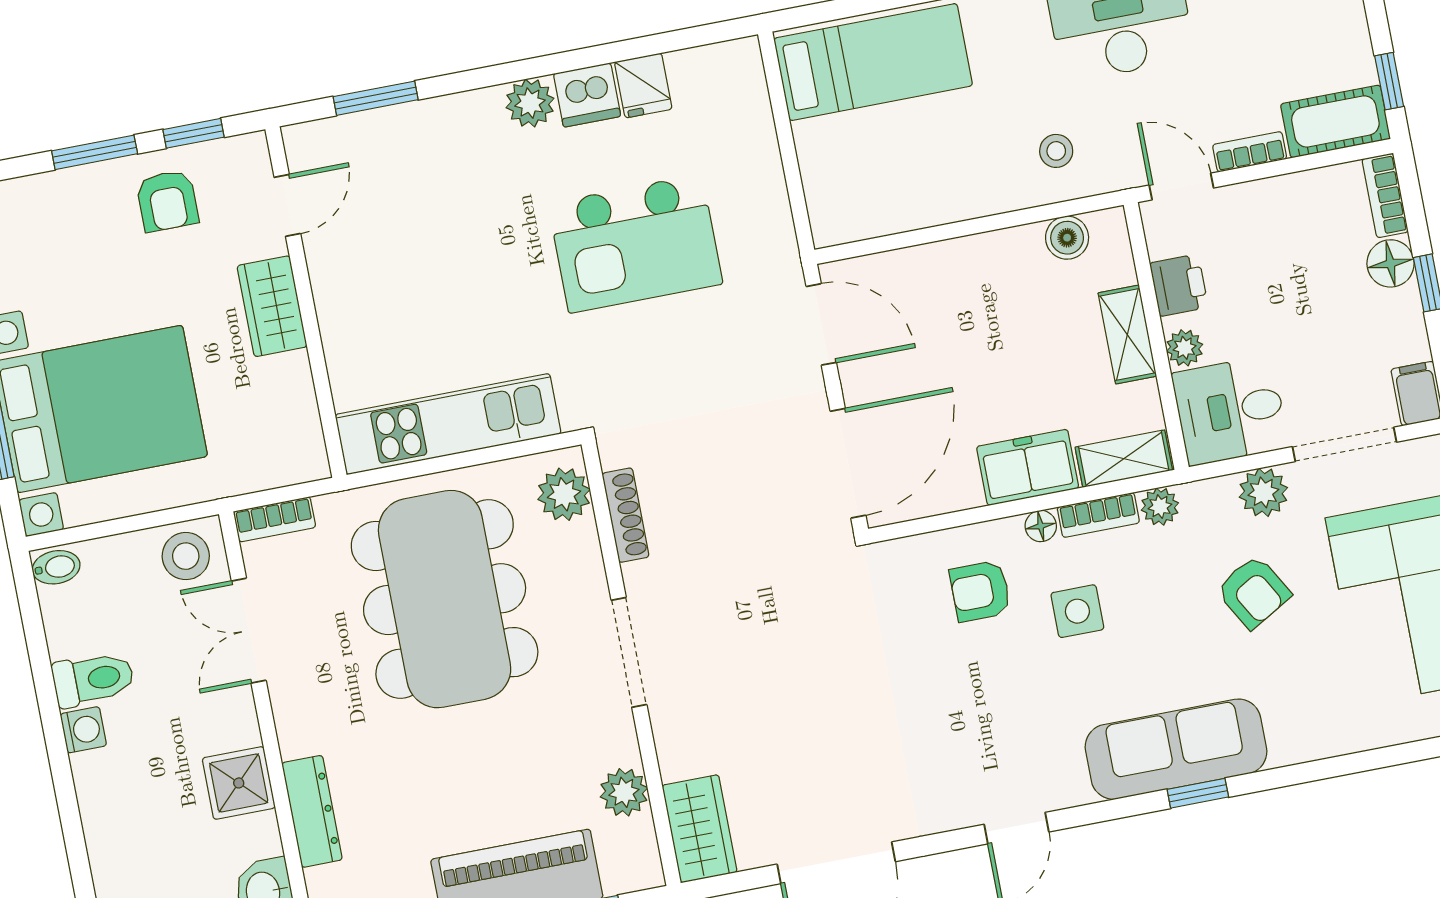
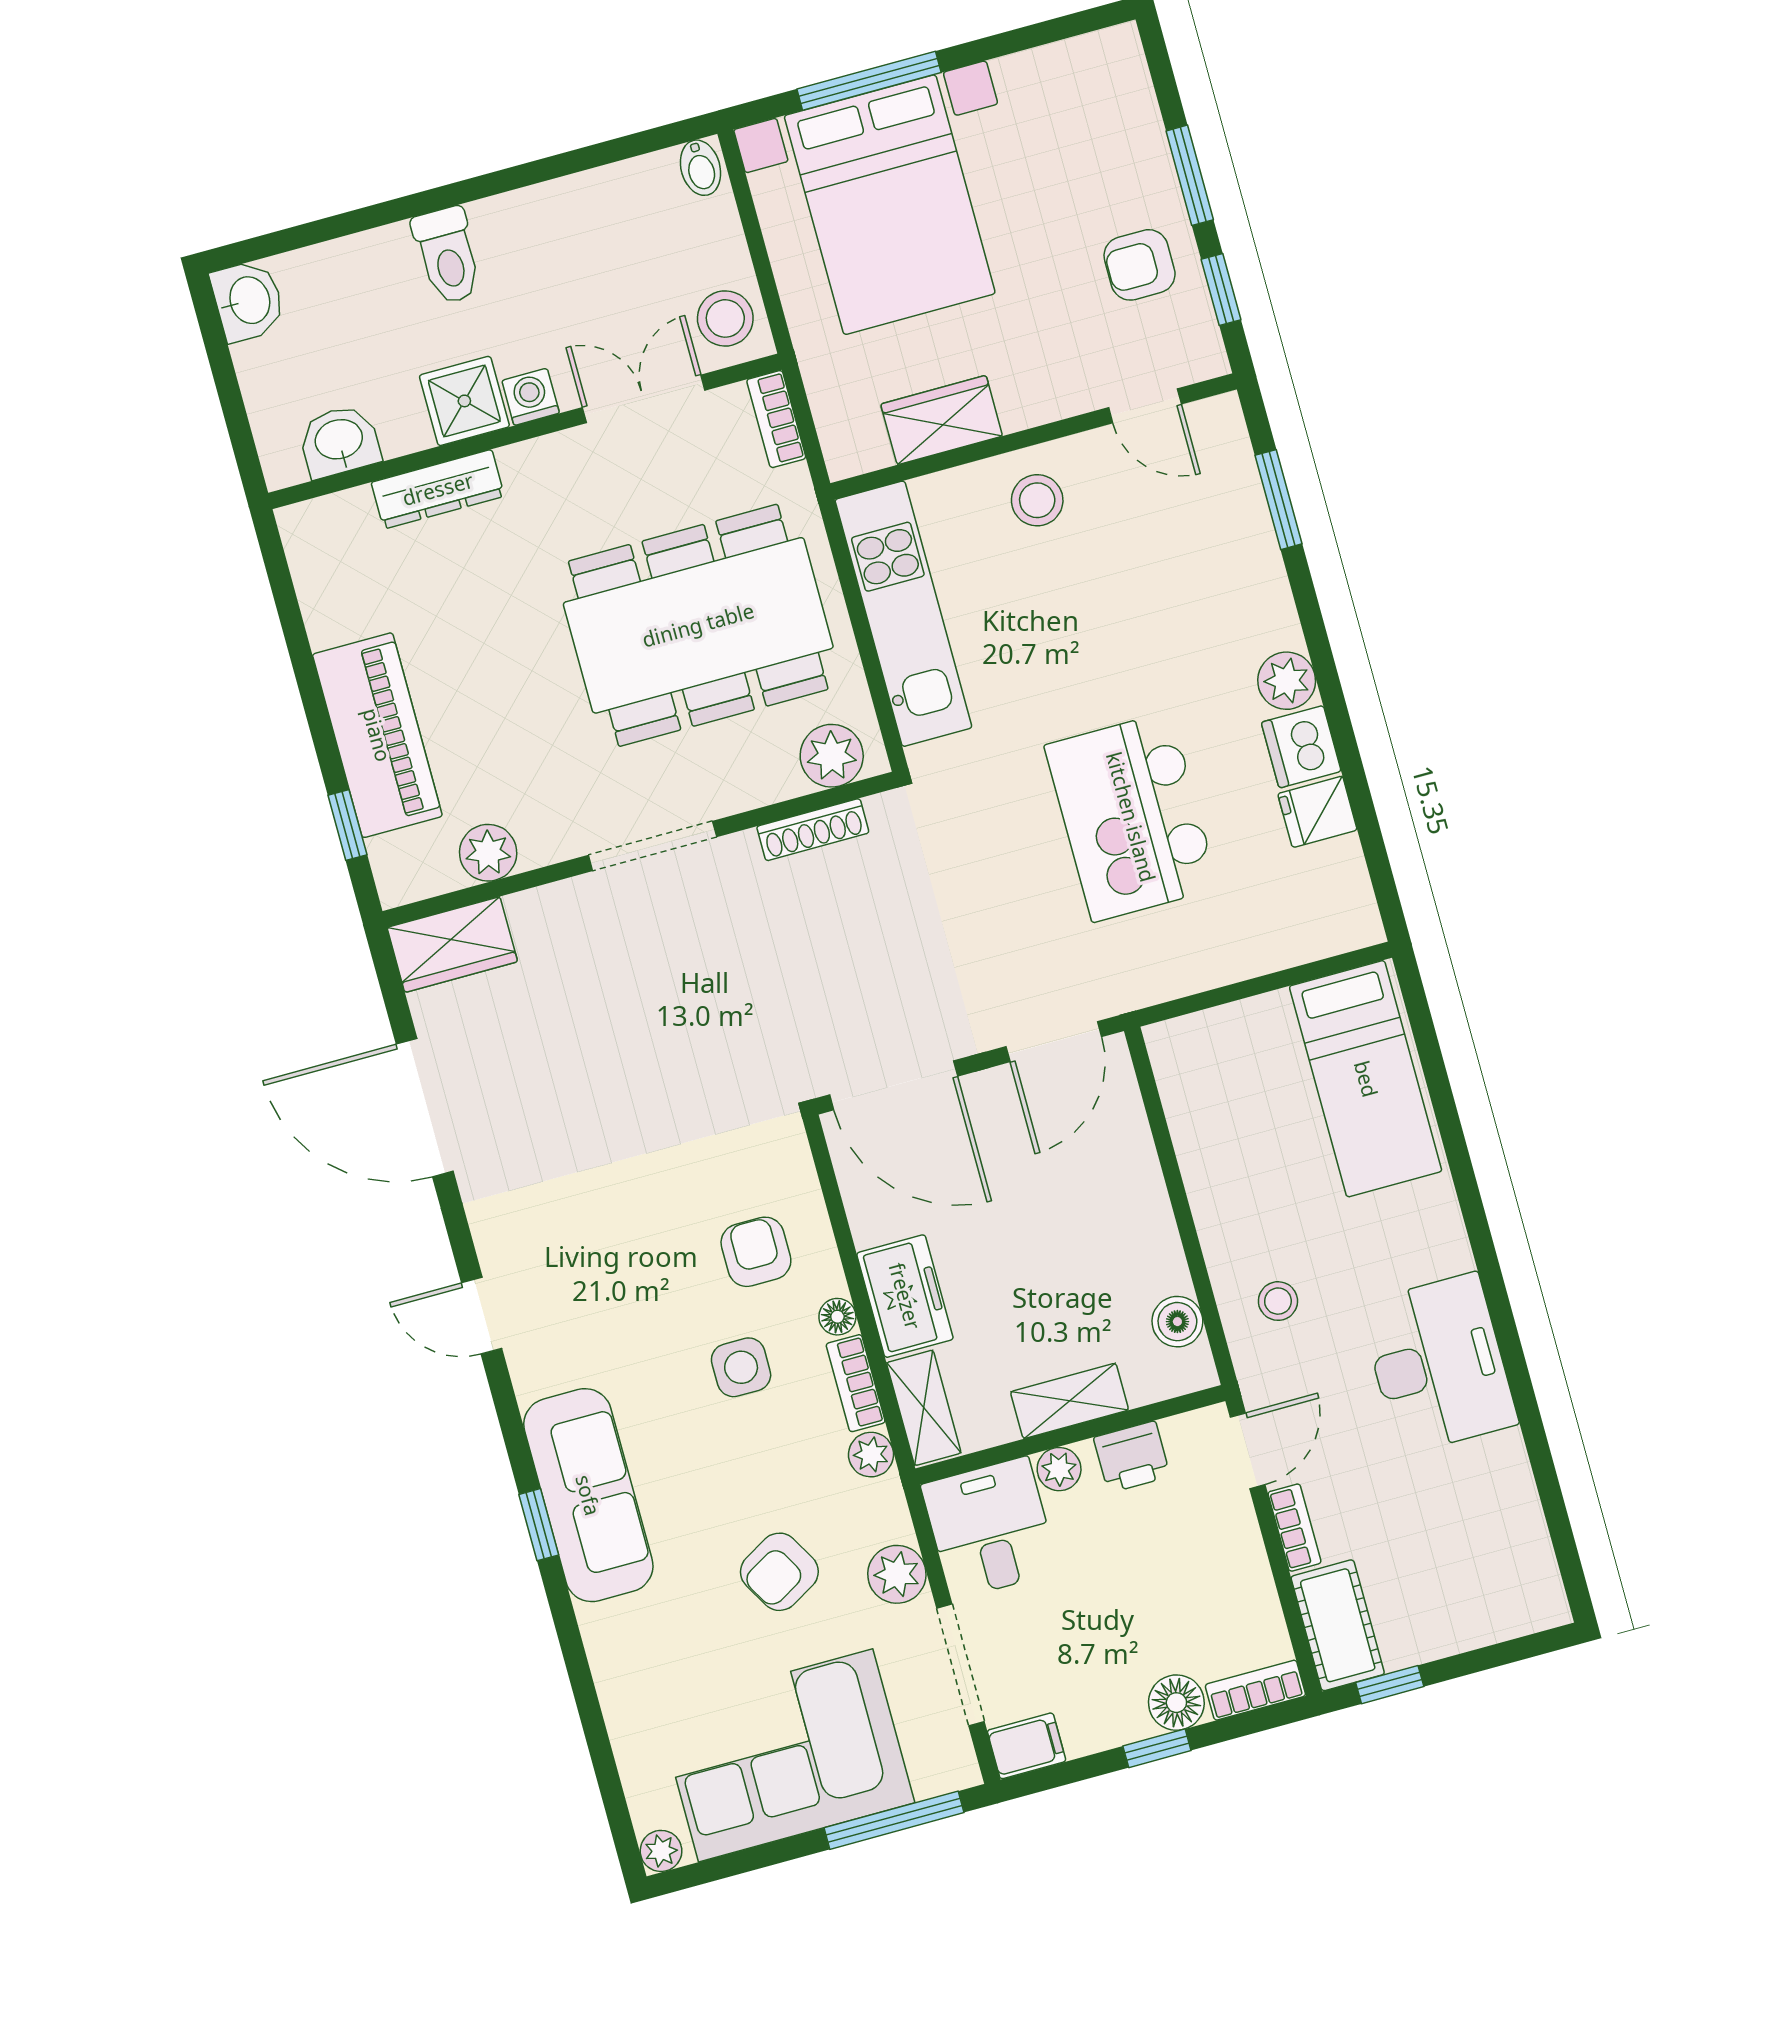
stool: (360, 303) -> (1037, 500), added
wardrobe: (272, 306) -> (942, 420), moved
toilet: (93, 679) -> (448, 256), moved
washing machine: (83, 730) -> (531, 397), moved, turned 180

